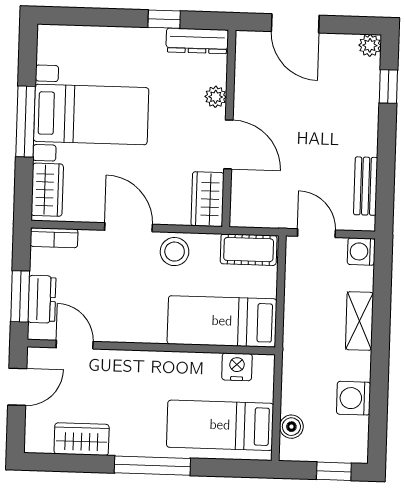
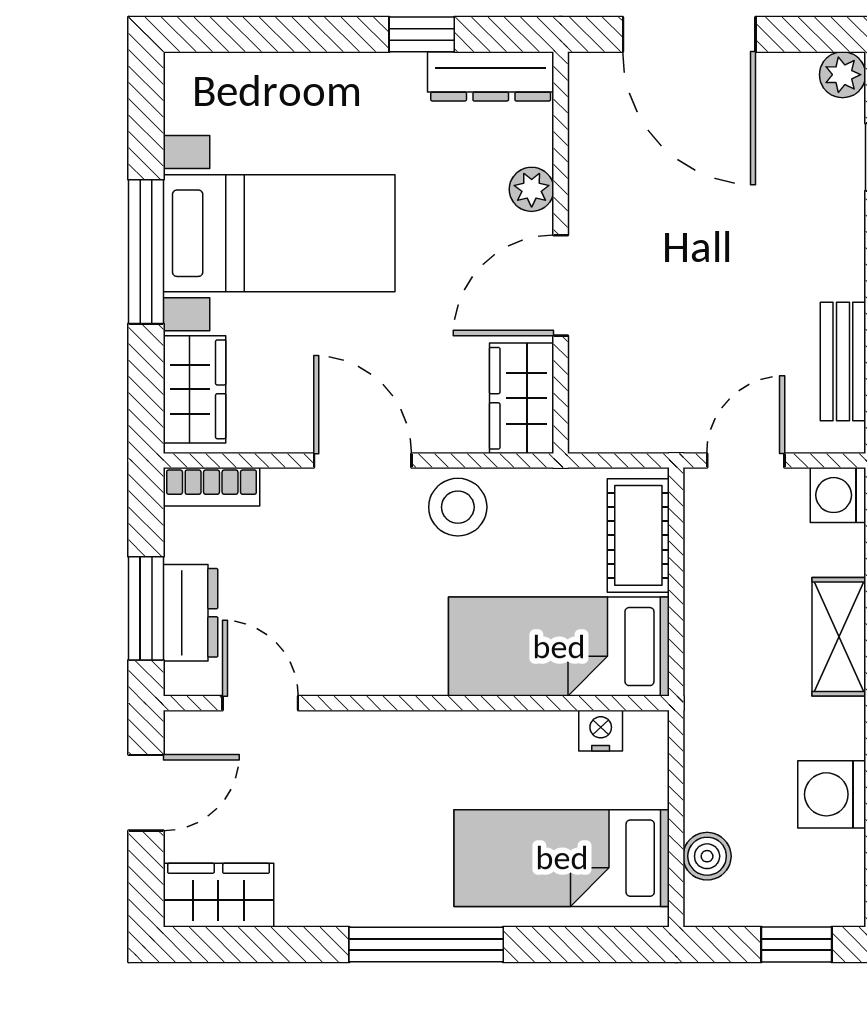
door: (295, 23) -> (689, 34), width x1.36
door: (228, 144) -> (561, 285), swing flipped
door: (316, 233) -> (746, 461), hinge flipped
cot: (249, 250) -> (638, 535), moved, turned 90
nightstand: (237, 367) -> (601, 731), width x0.72, depth x0.74
wardrobe: (82, 439) -> (218, 895), moved

